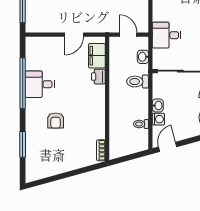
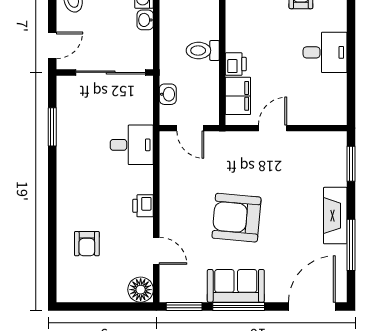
desk: (167, 35) -> (132, 145), moved
toilet: (138, 82) -> (203, 50), moved, turned 180
window: (23, 83) -> (351, 54), removed

